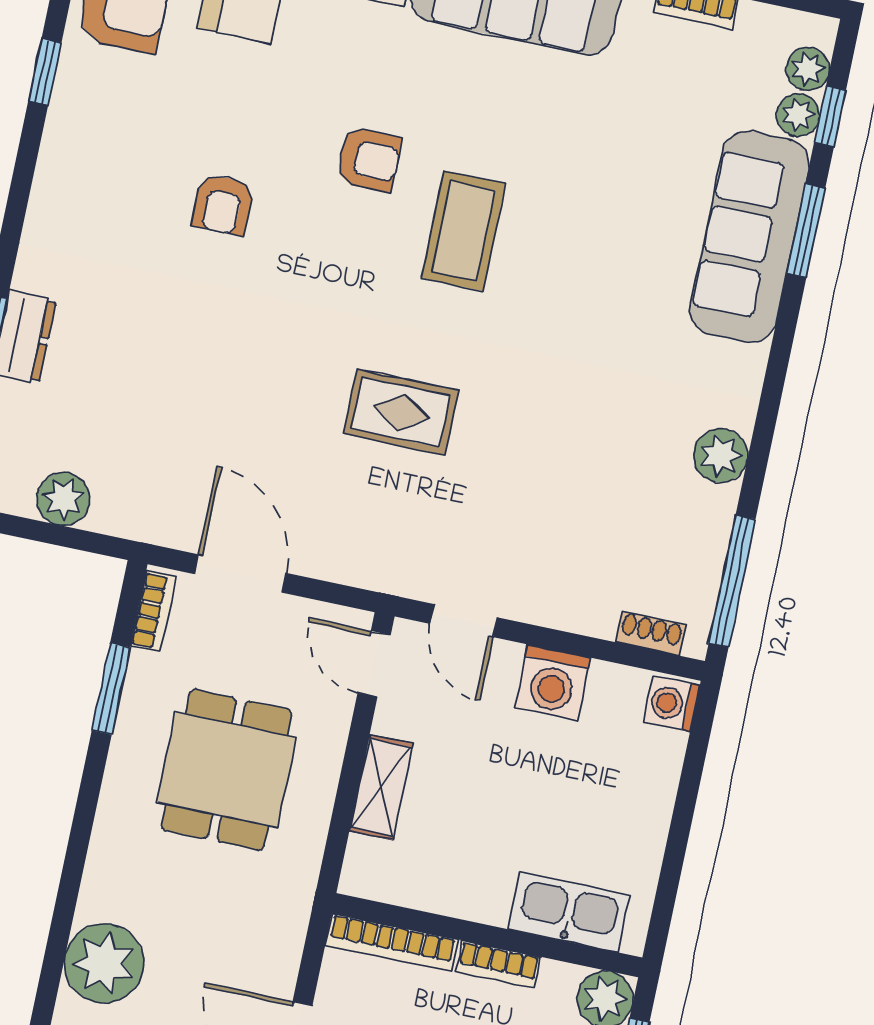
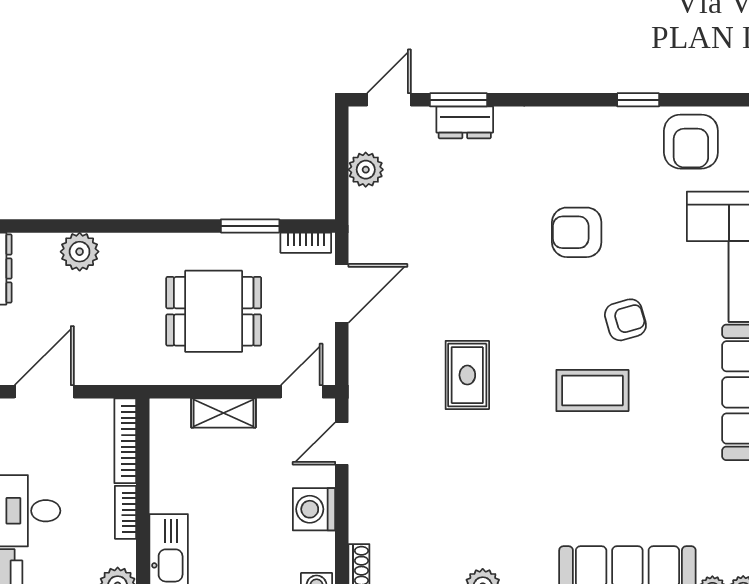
armchair: (368, 160) -> (625, 320), turned -106
armchair: (223, 205) -> (577, 232), width x1.38, depth x1.38
plant: (104, 963) -> (80, 252), width x0.73, depth x0.73

